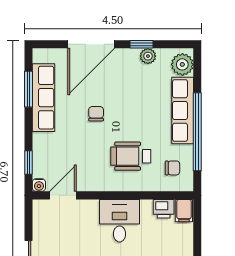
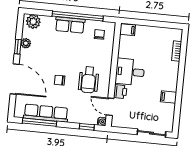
window: (29, 89) -> (40, 122), width x1.44
row of seats: (183, 110) -> (70, 25), width x0.68
wheelchair: (131, 156) -> (89, 80), moved
printer: (164, 209) -> (120, 92), moved

